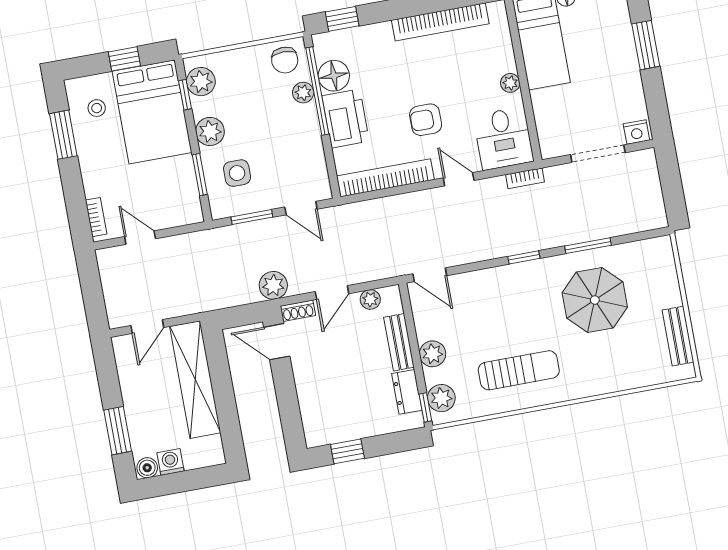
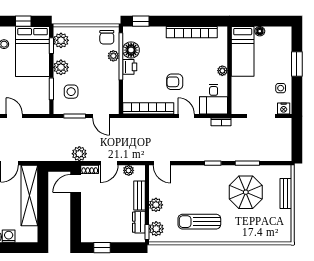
side table: (624, 95) -> (281, 88), added
printer: (346, 118) -> (130, 67), width x0.53, depth x0.68
bench: (678, 336) -> (286, 193), moved
door: (277, 342) -> (76, 183), hinge flipped
sun lounger: (519, 370) -> (199, 222), turned 180

